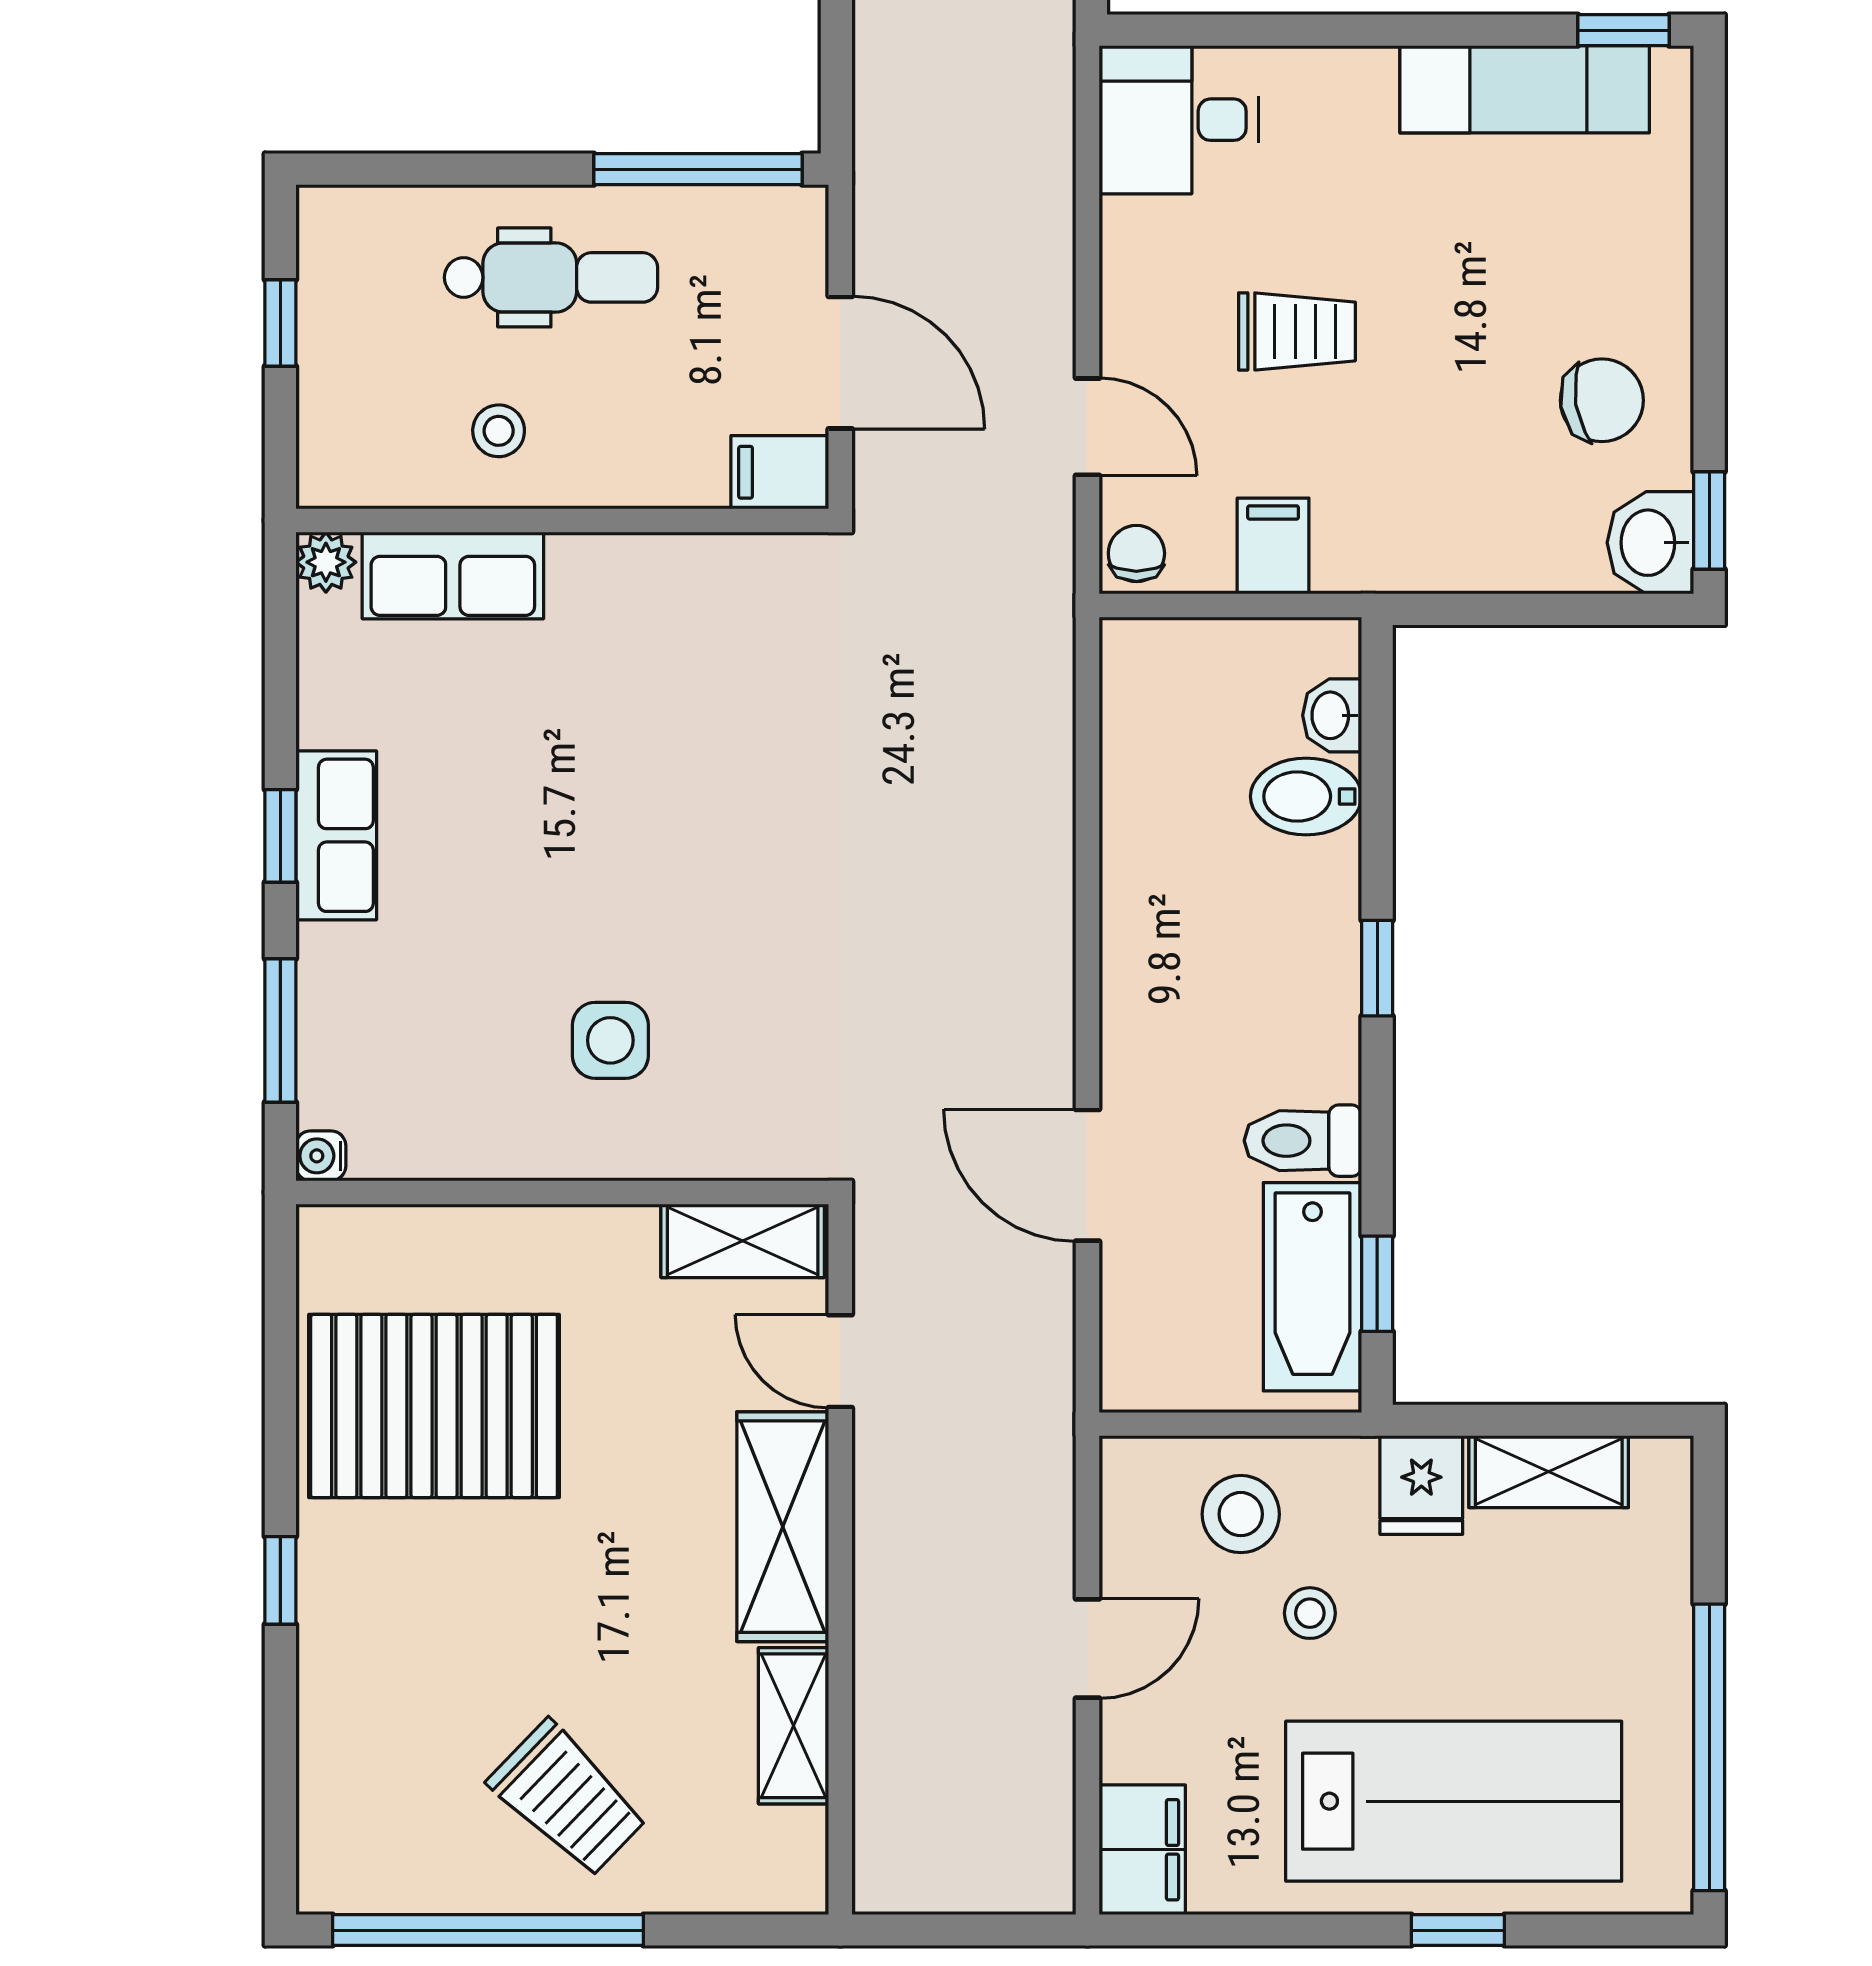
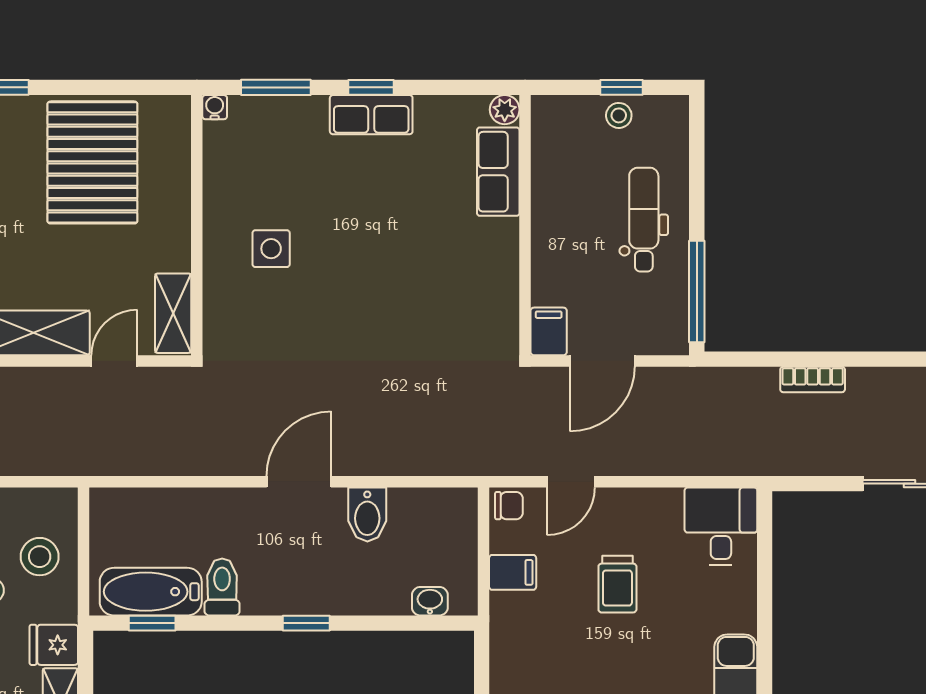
dental chair: (551, 277) -> (644, 220), turned 180
stool: (499, 431) -> (619, 115), moved
bidet: (1306, 796) -> (367, 515), moved, turned 180
door: (1087, 1175) -> (299, 482), moved

